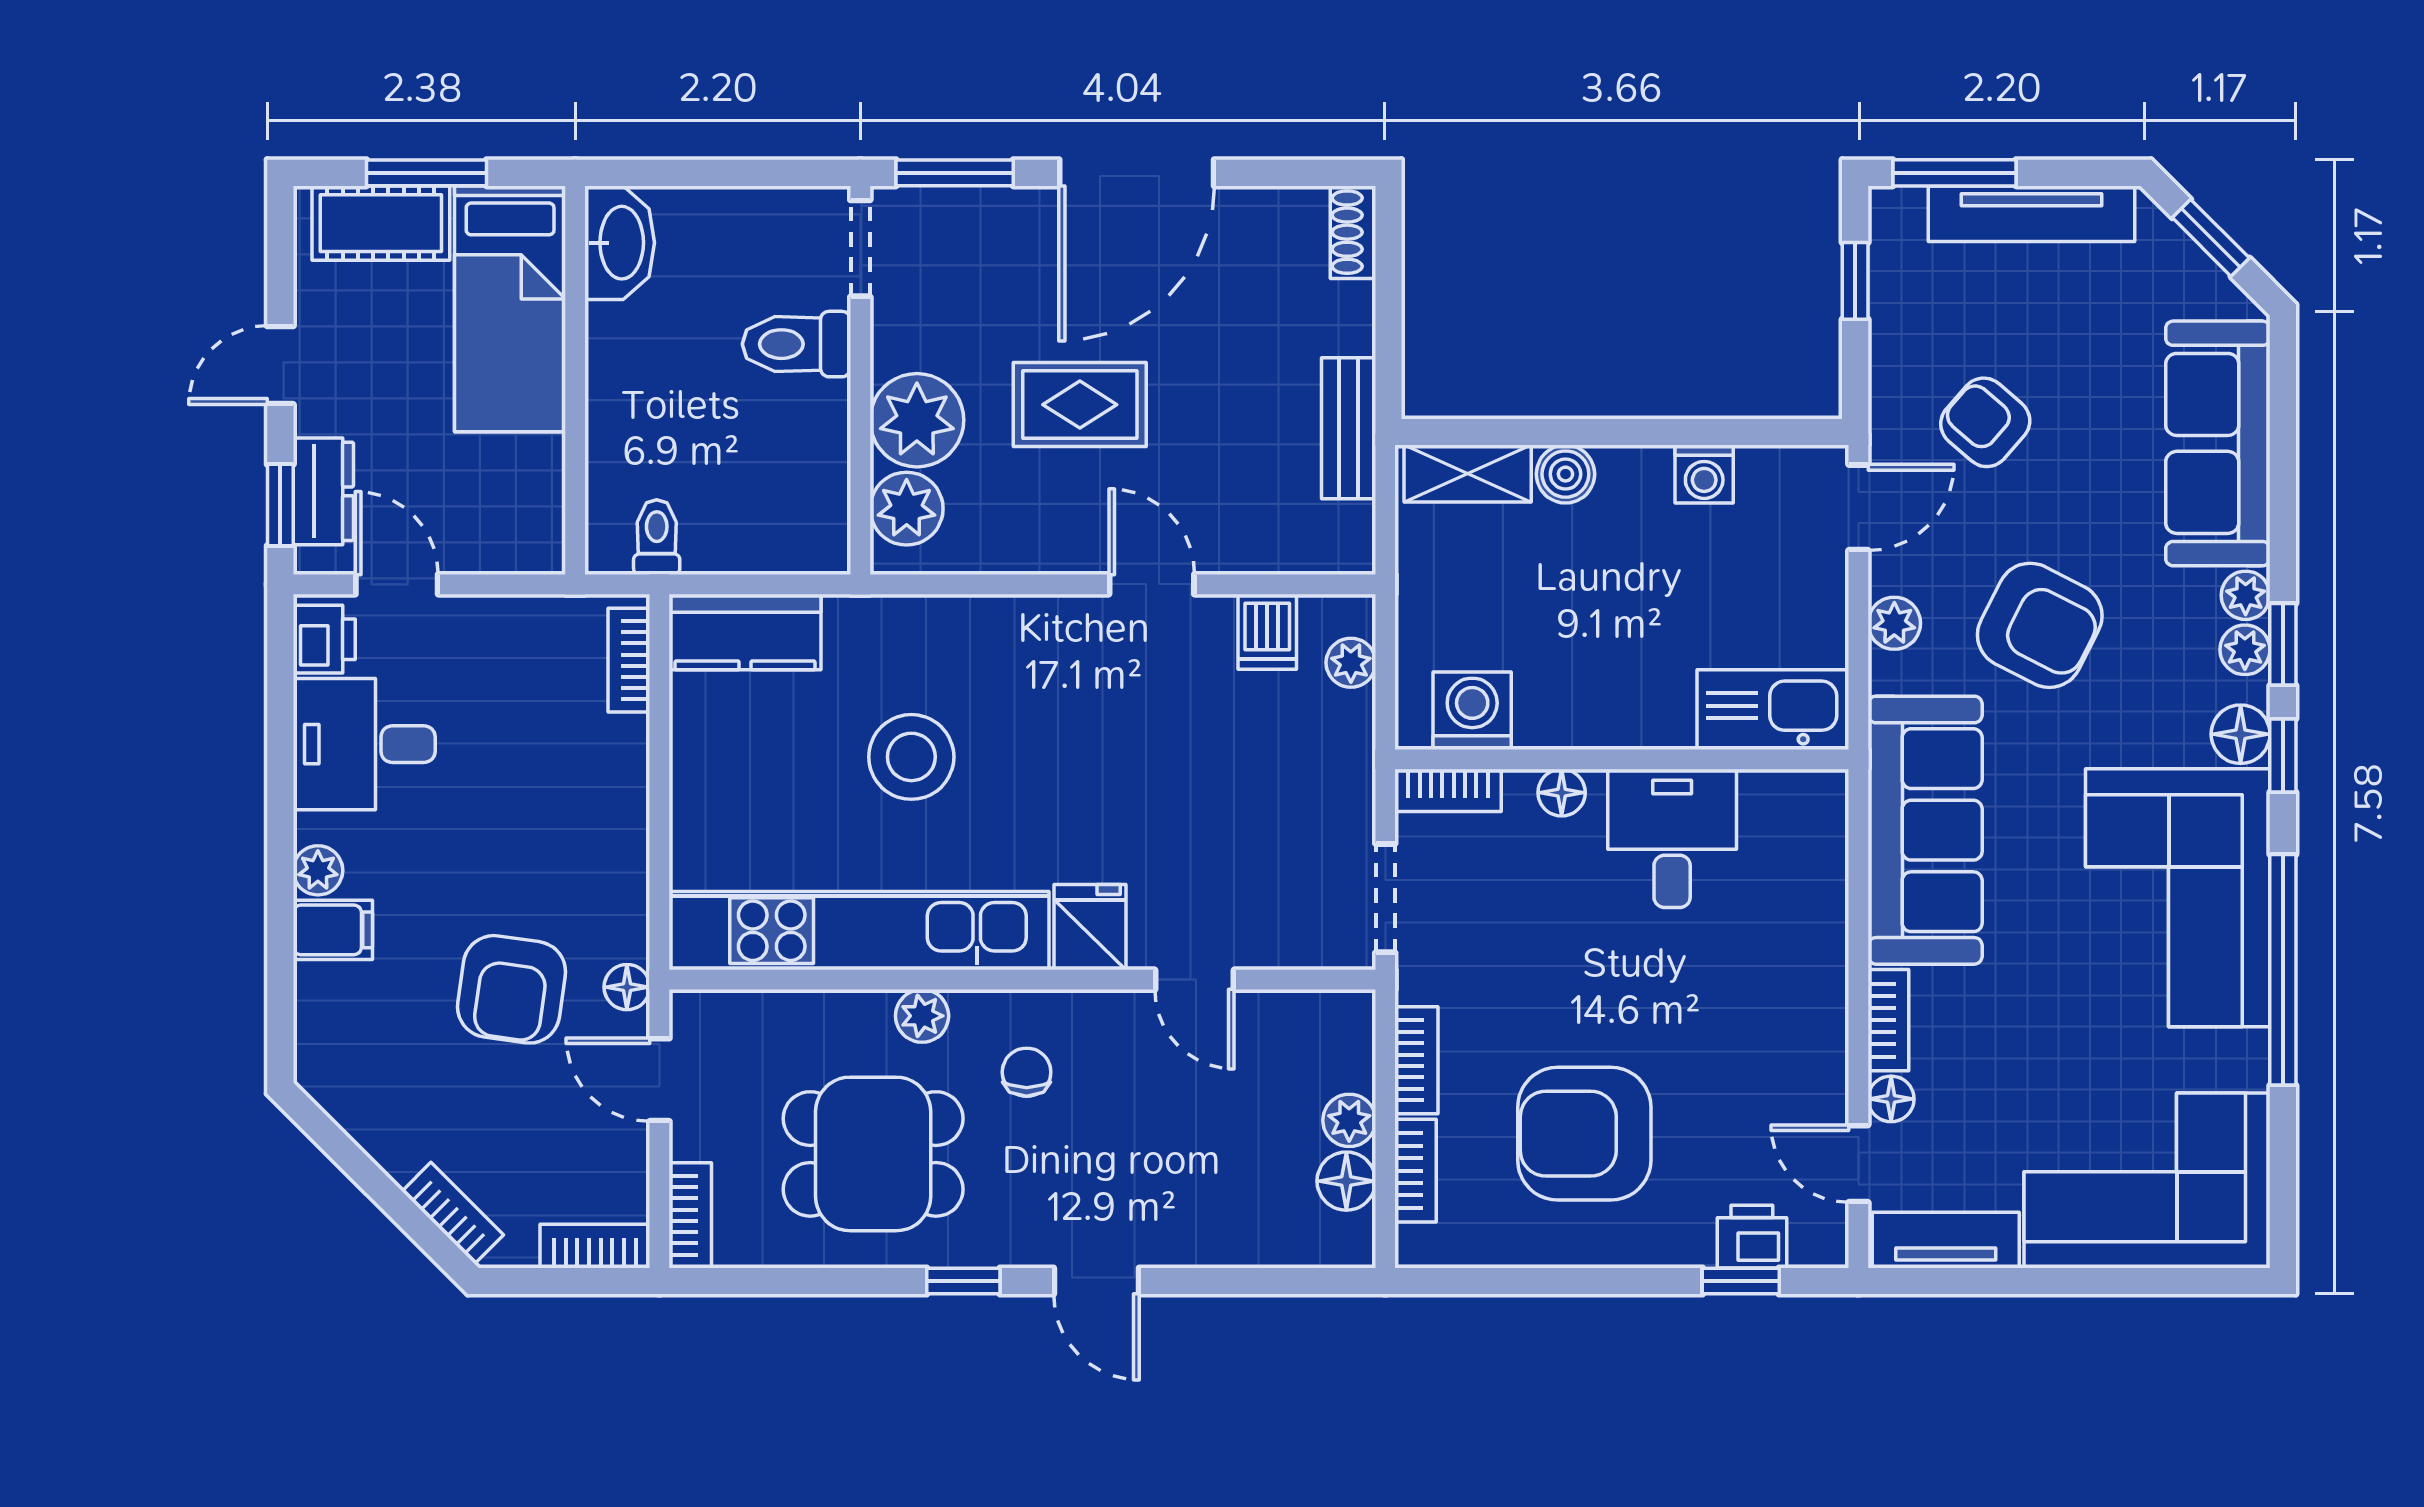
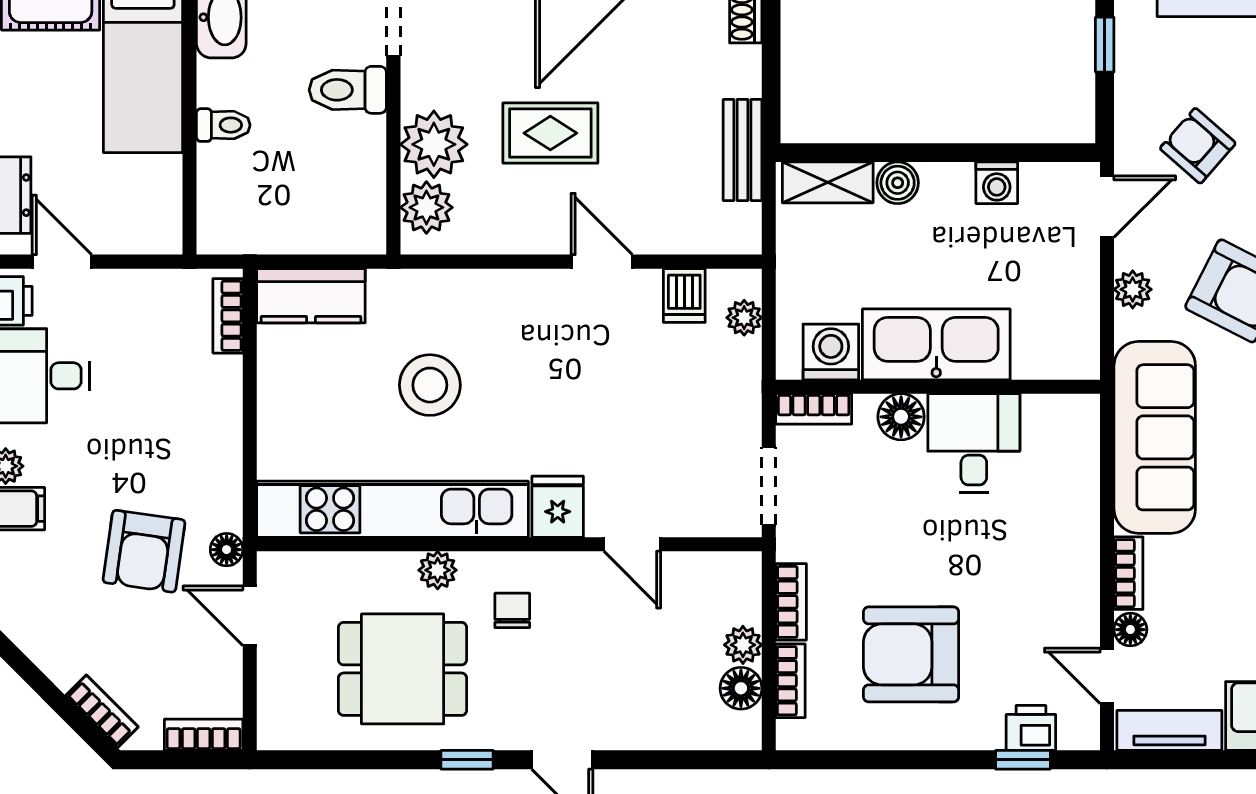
toilet: (657, 537) -> (223, 125), moved, turned 90
kitchen sink: (1773, 710) -> (936, 344), moved, width x1.36, depth x1.24
floor lamp: (1562, 793) -> (901, 417), width x1.37, depth x1.37
bookcase: (690, 1215) -> (272, 713), removed

